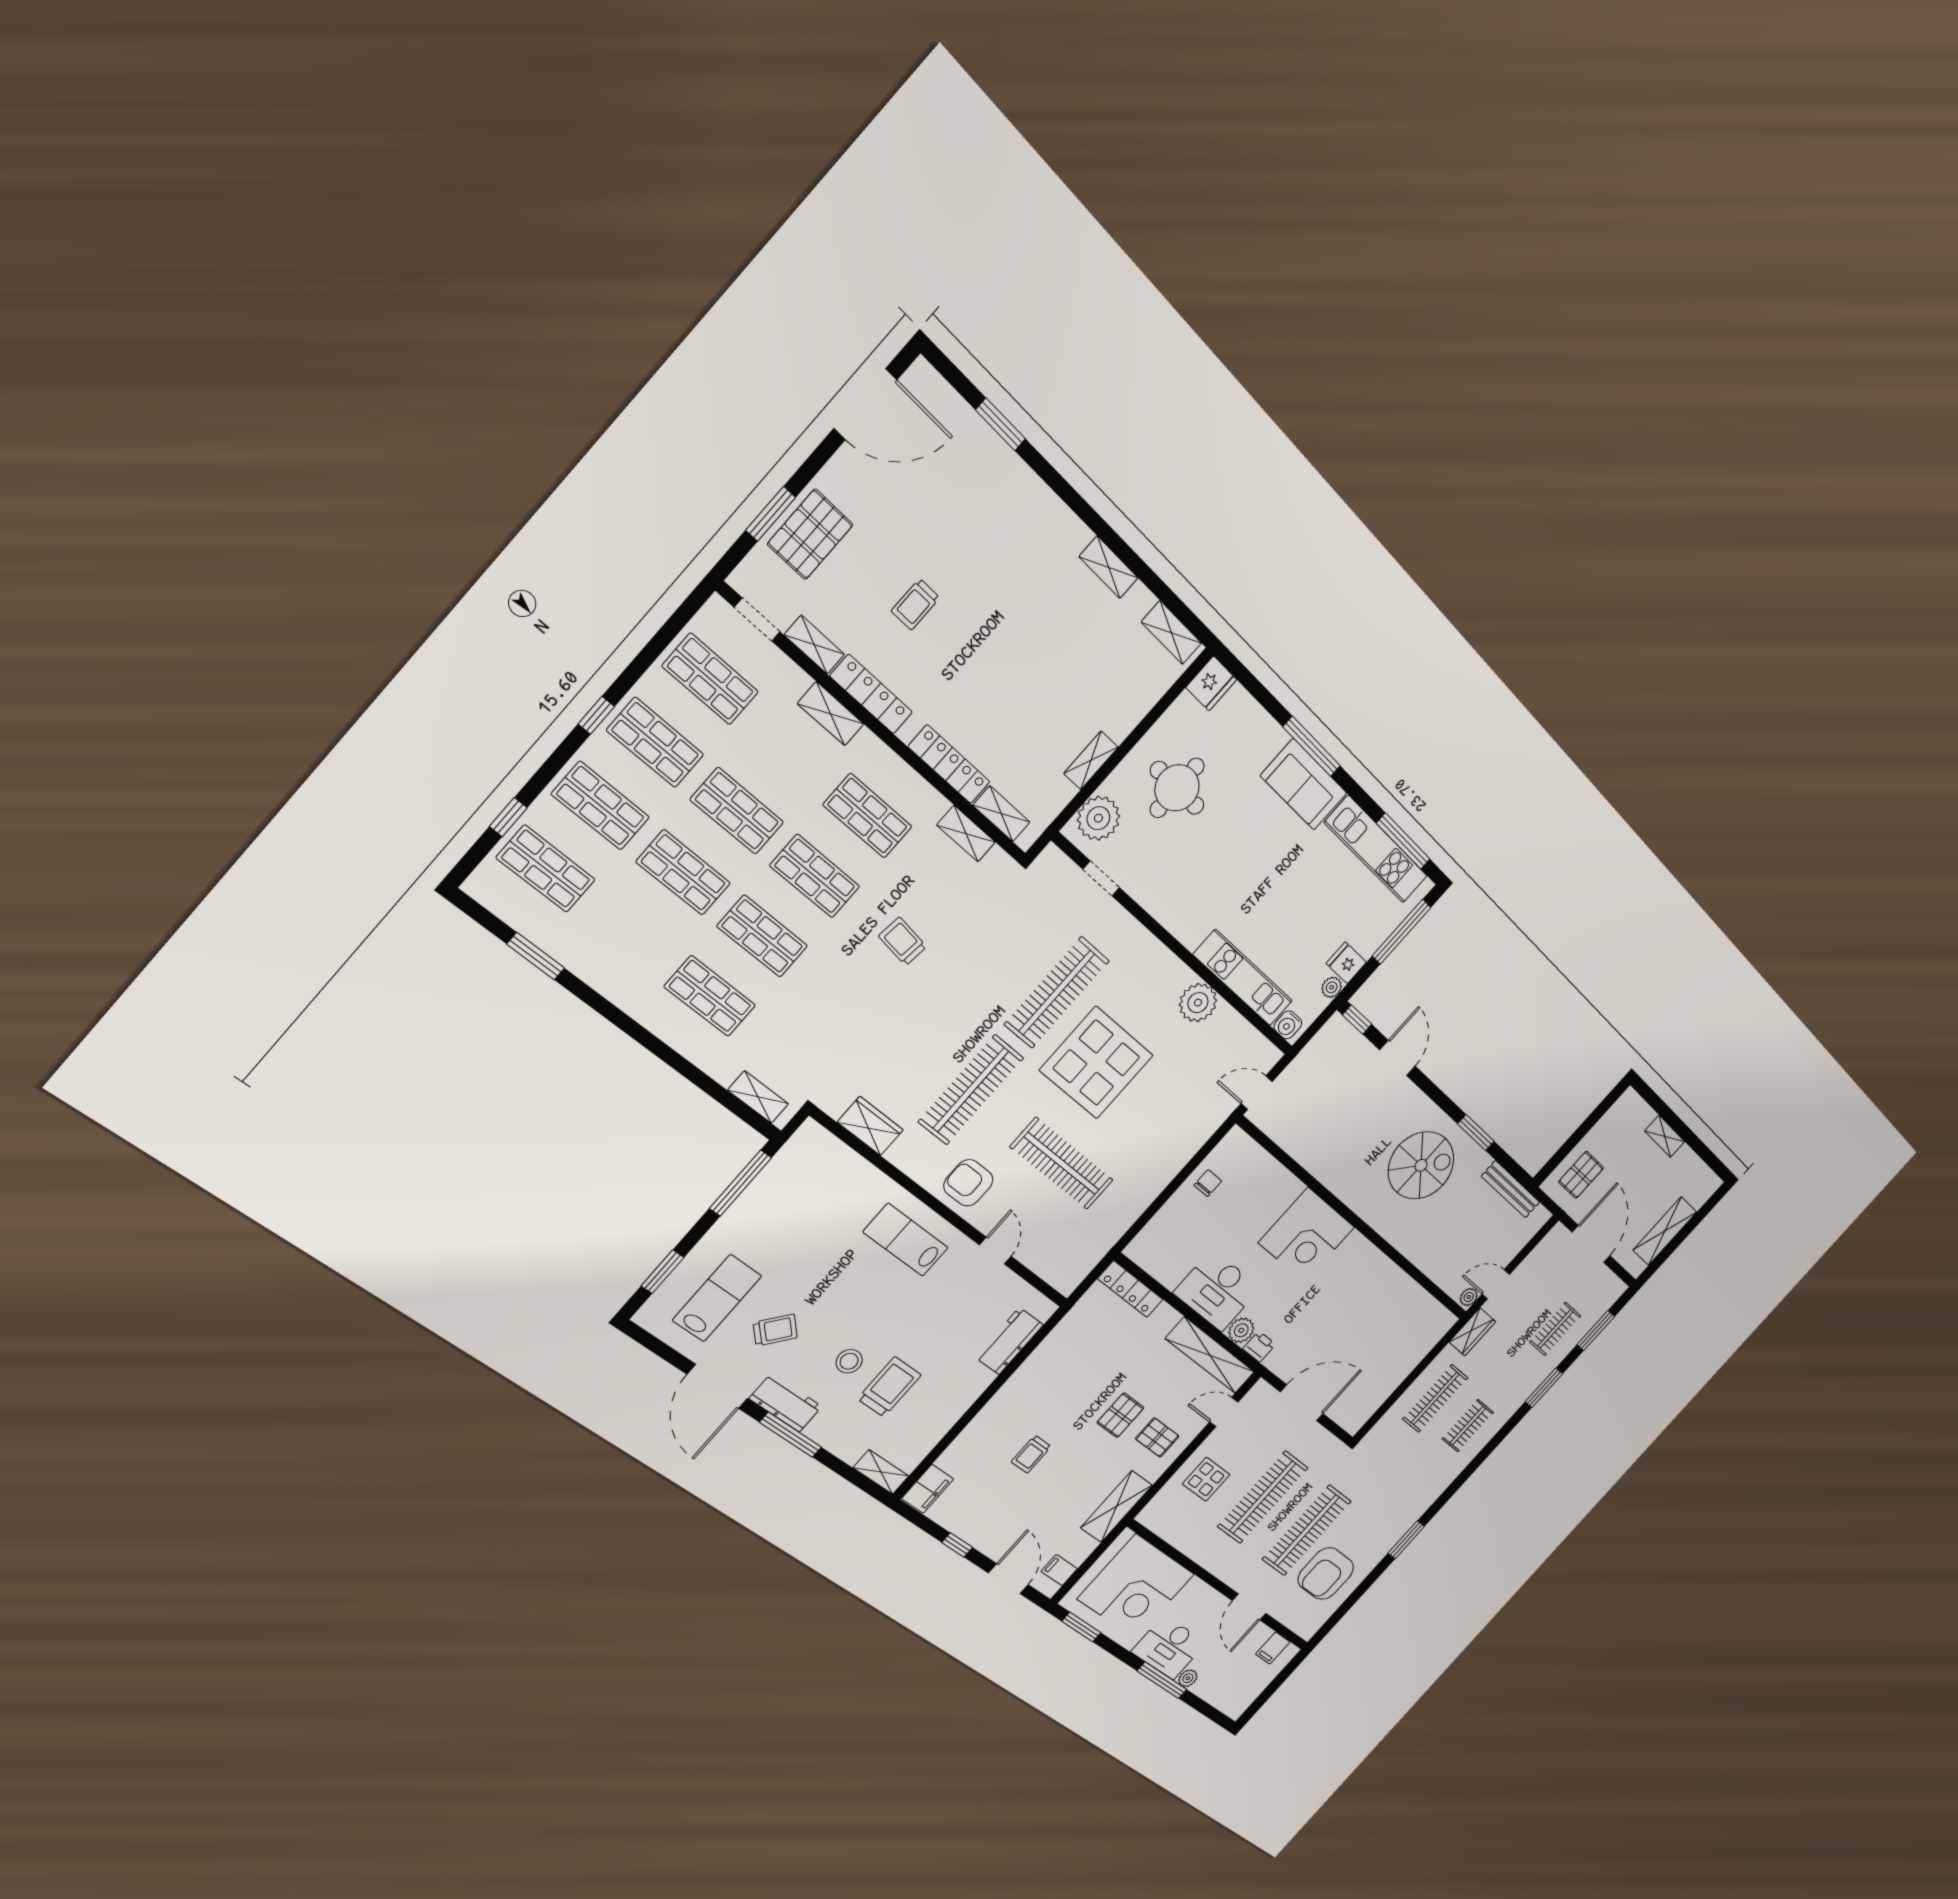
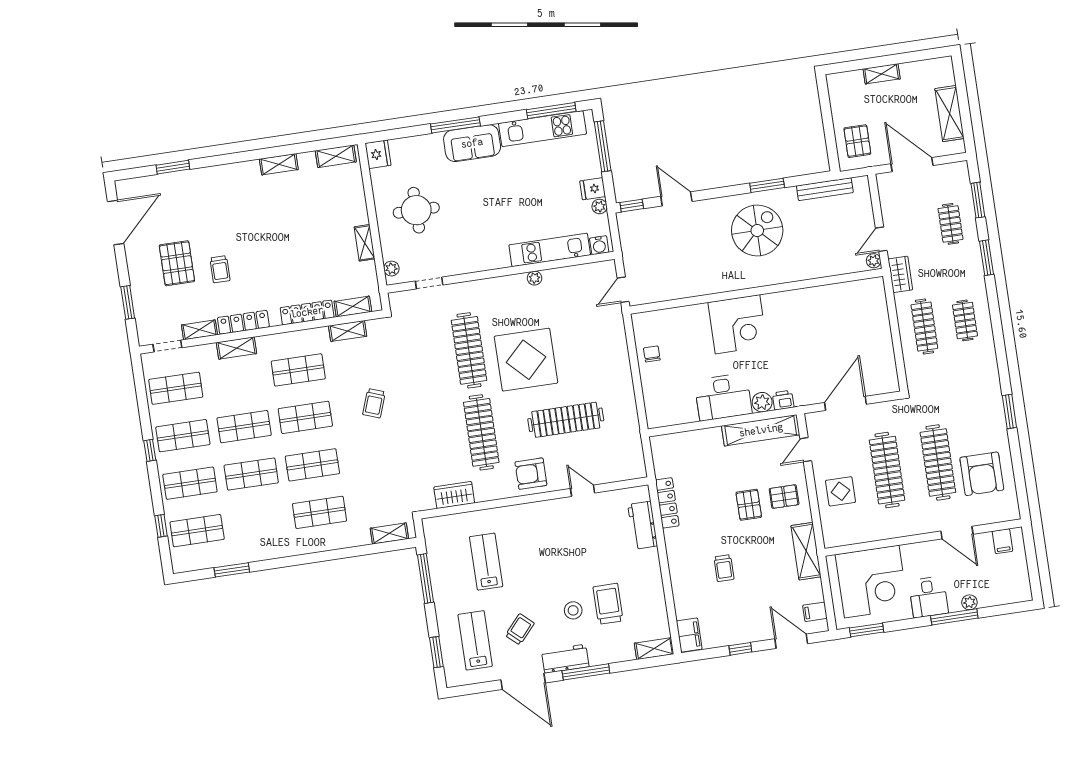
pallet: (810, 534) -> (177, 263), moved
plant: (1098, 818) -> (391, 269), width x0.53, depth x0.53
trolley: (903, 941) -> (374, 403), turned -77
plant: (1198, 1003) -> (535, 278), width x0.53, depth x0.53
lab bench: (906, 1240) -> (486, 562), moved, turned 90
locker: (1130, 1289) -> (667, 503), moved, turned -90
desk: (1169, 1647) -> (928, 597), width x0.73

